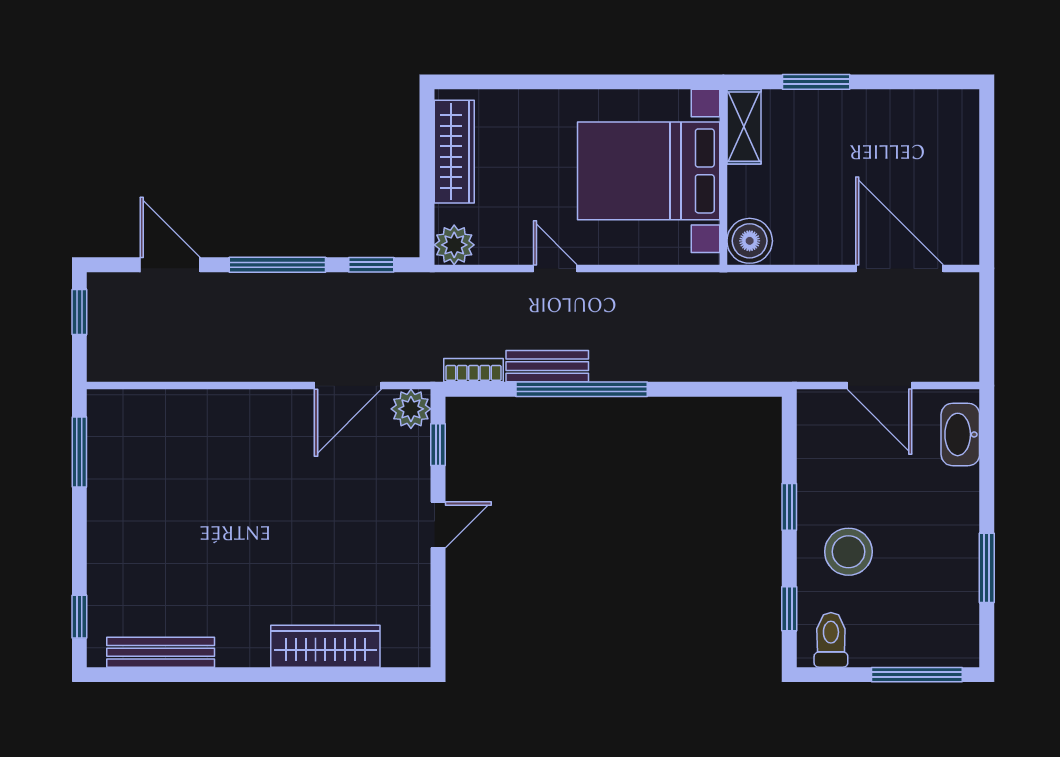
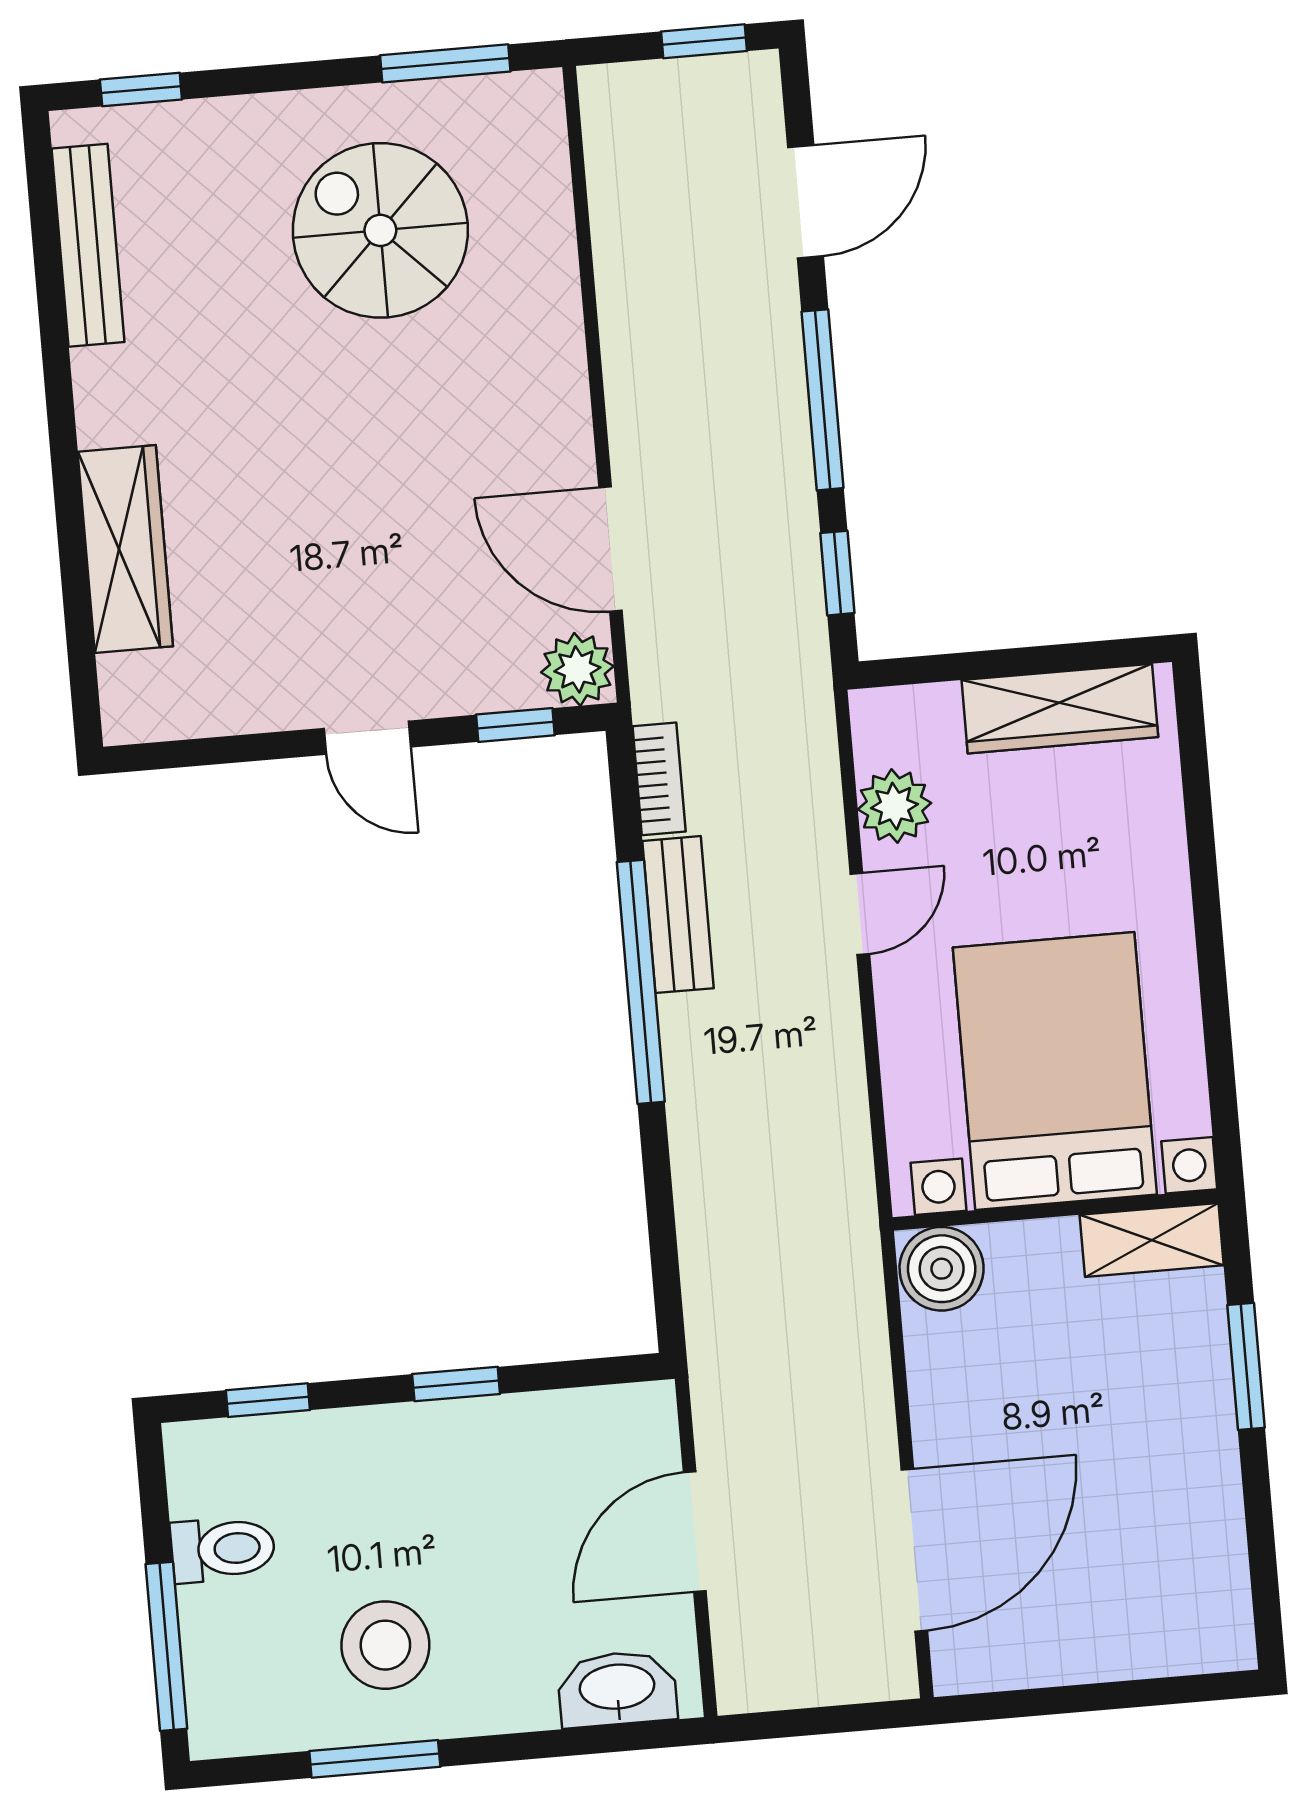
plant: (454, 245) -> (895, 806), moved
spiral stairs: (166, 495) -> (380, 230), added
stool: (848, 552) -> (385, 1645), moved
toilet: (831, 640) -> (223, 1549), moved

